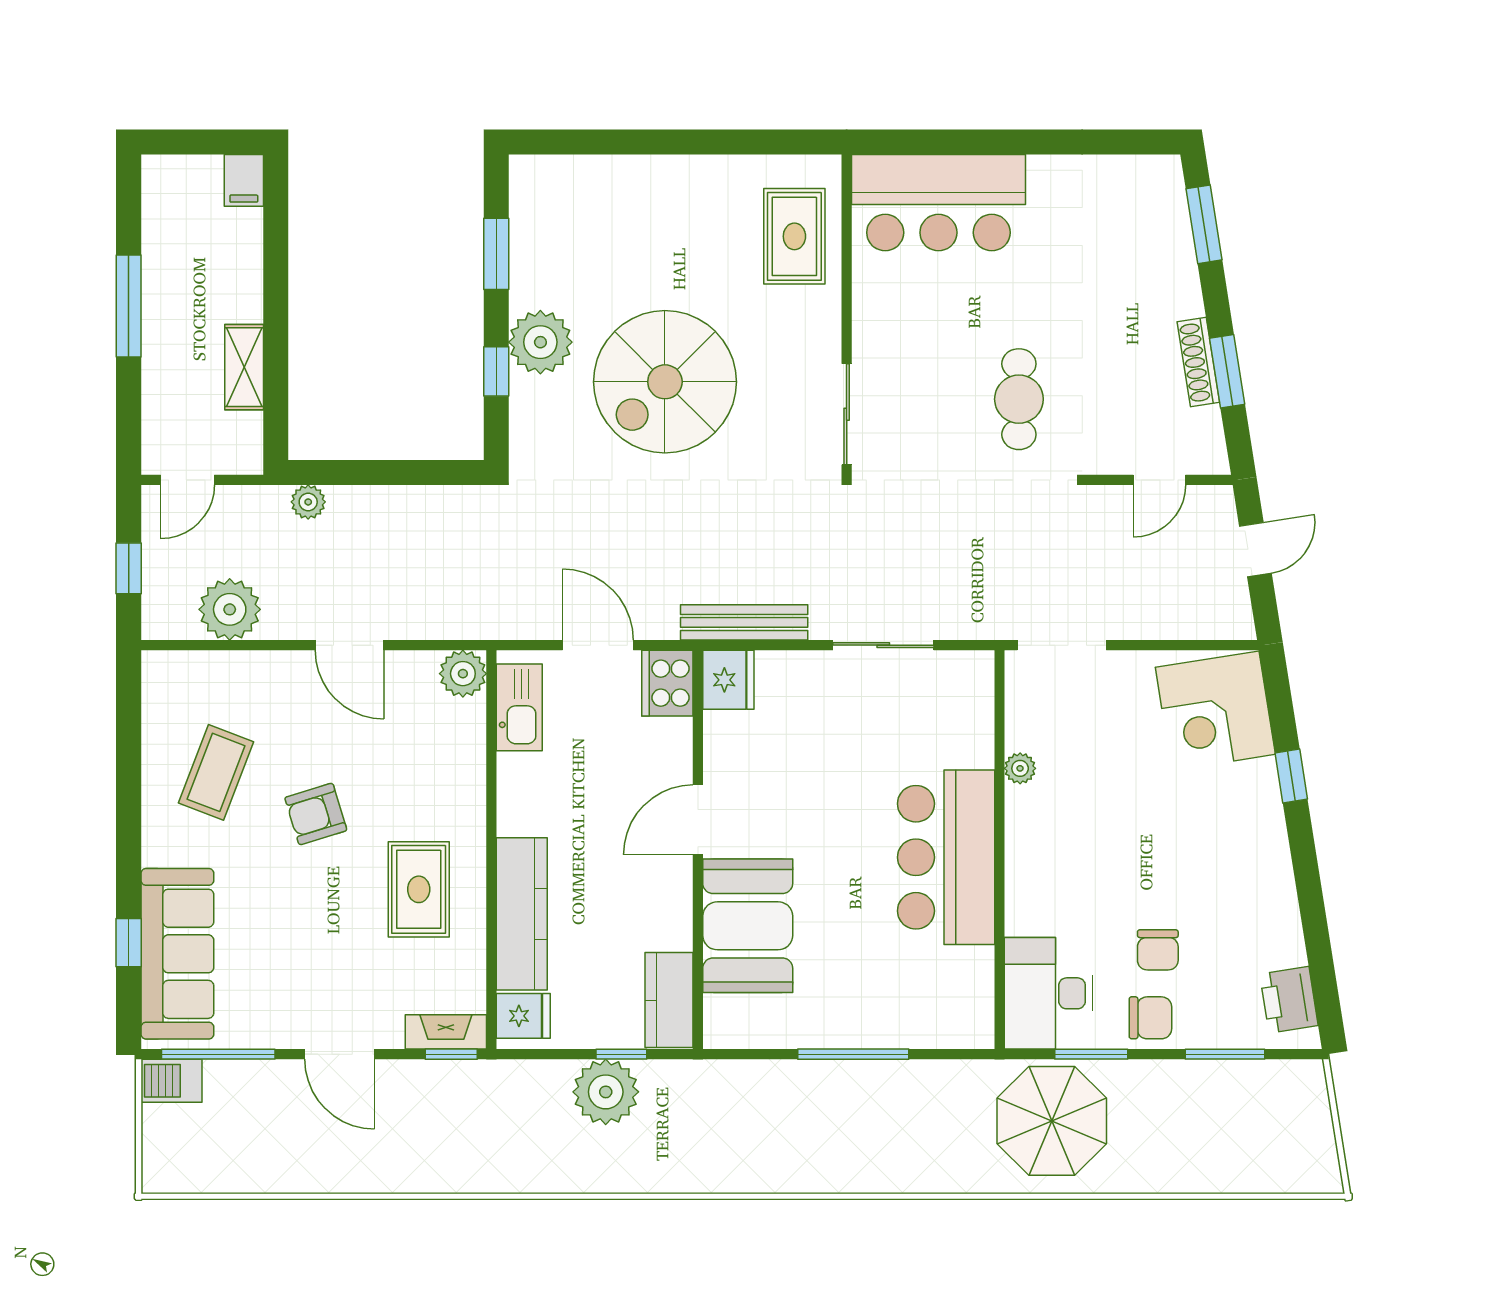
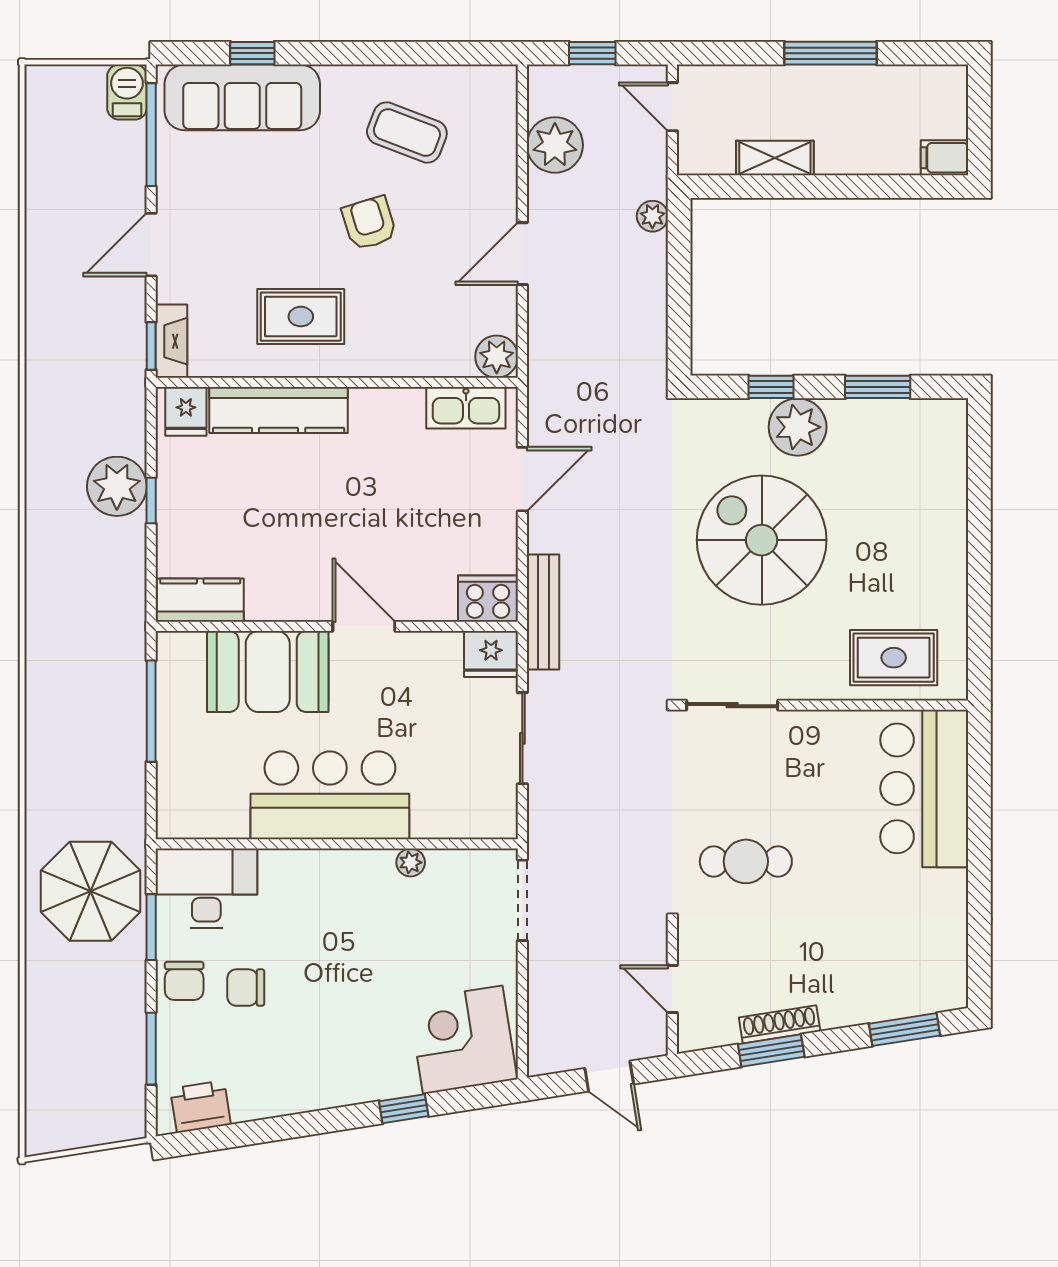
fridge: (728, 680) -> (491, 654), moved
cooker: (667, 683) -> (488, 599), moved
door: (698, 820) -> (364, 626), moved
wall: (698, 850) -> (337, 626), moved
booth: (748, 926) -> (268, 671), moved
kitchen counter: (669, 1000) -> (200, 600), moved

